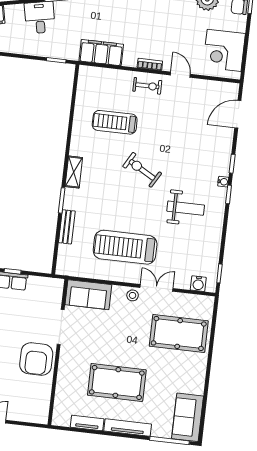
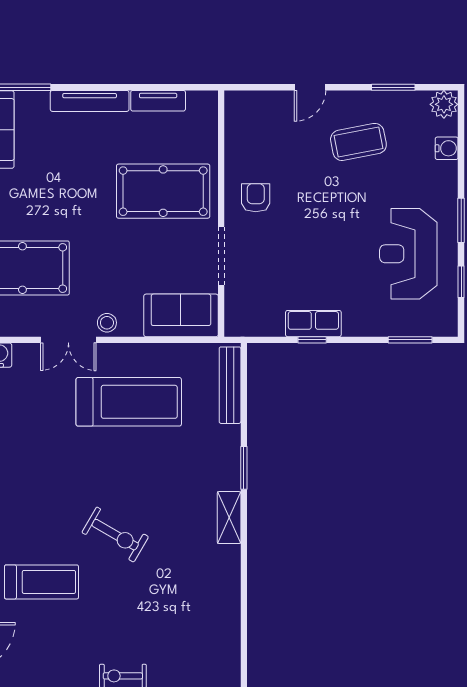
treadmill: (115, 122) -> (42, 582), moved
weight bench: (186, 208) -> (35, 479), removed
bench: (67, 227) -> (230, 385), moved, width x1.36
armchair: (36, 359) -> (256, 198), width x0.53, depth x0.53
pool table: (117, 382) -> (163, 191), moved

